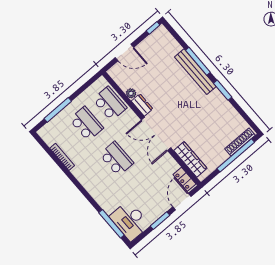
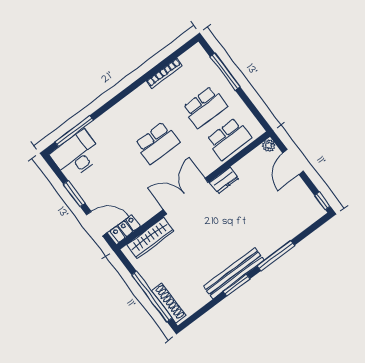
bench: (195, 72) -> (234, 273), moved
plant: (131, 93) -> (269, 146), moved

